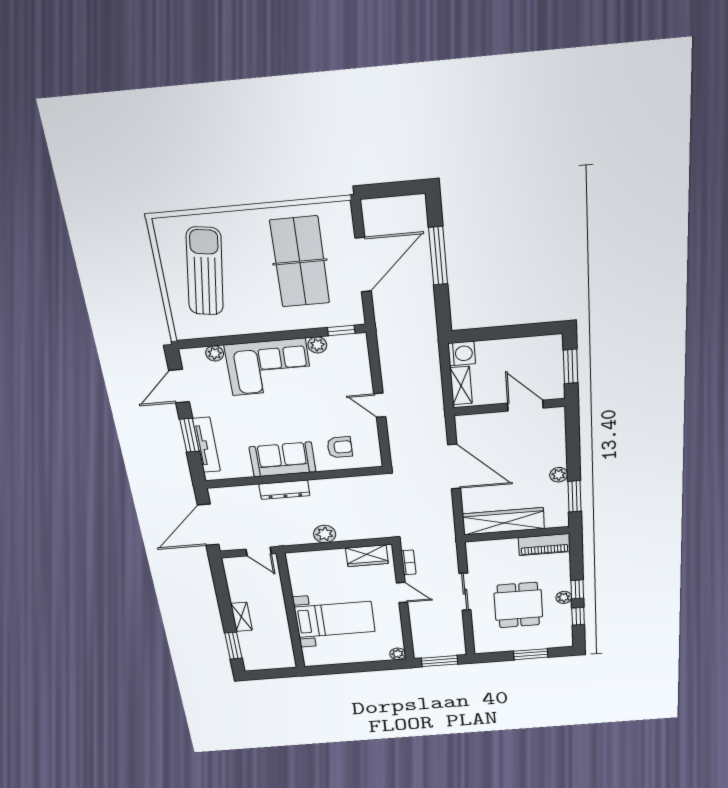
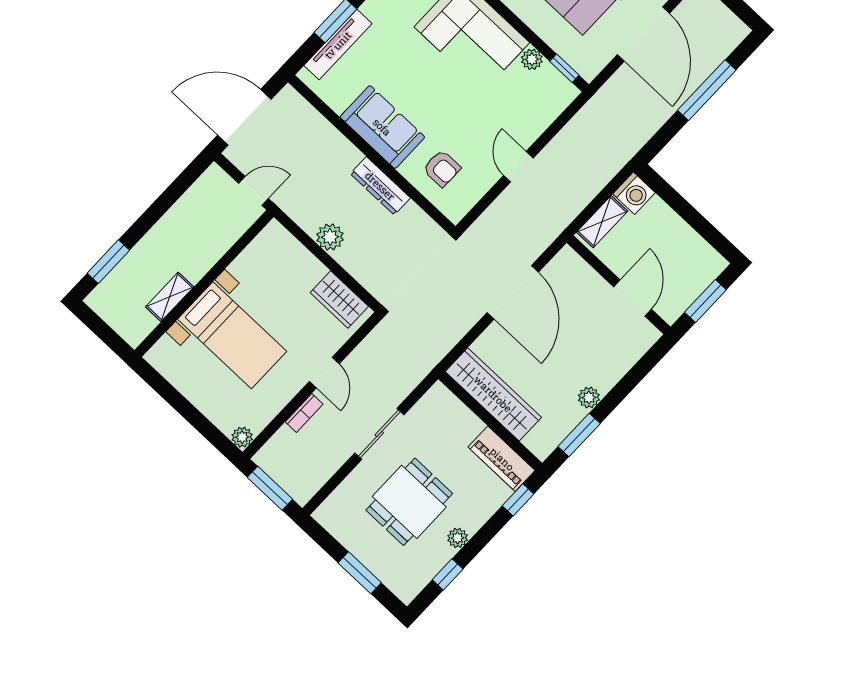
door: (363, 265) -> (643, 34), hinge flipped
dresser: (284, 490) -> (380, 186), moved
door: (259, 552) -> (253, 191), swing flipped
bookcase: (409, 562) -> (304, 413), moved
window: (577, 589) -> (518, 500), moved
shelving: (241, 617) -> (170, 297), moved

